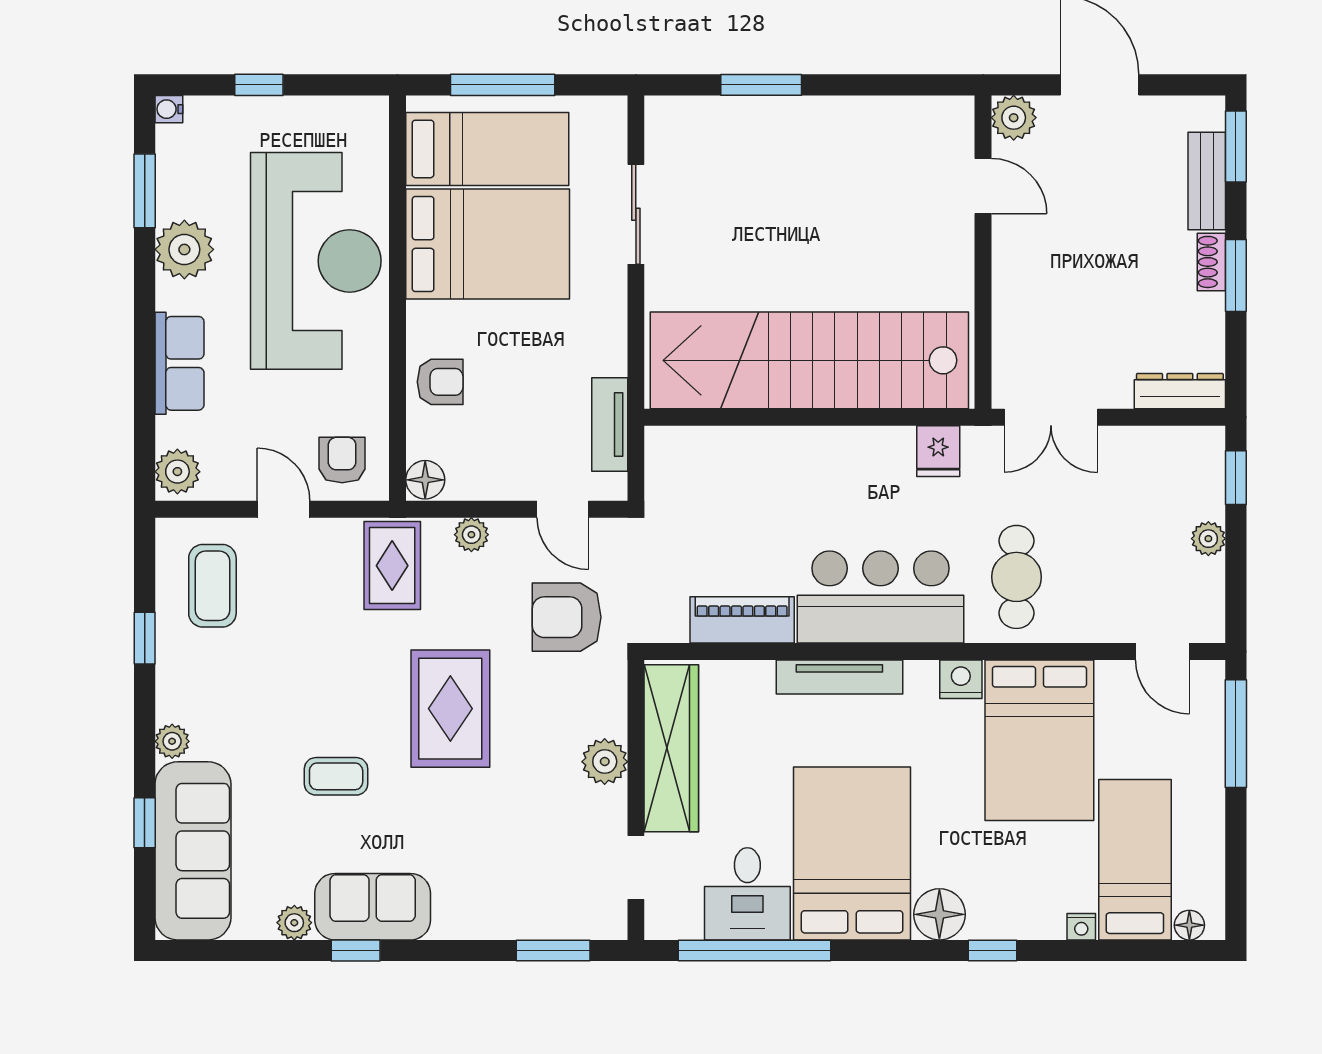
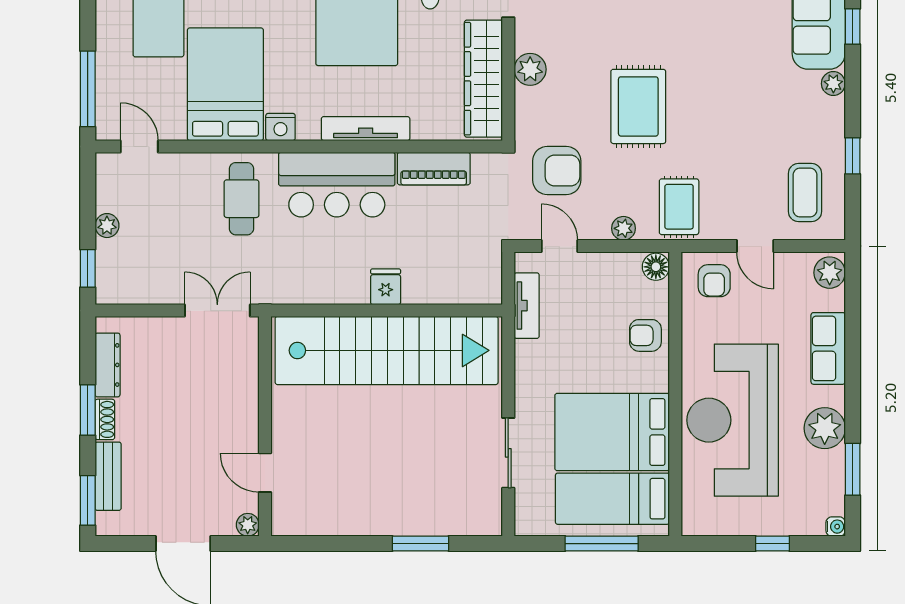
plant: (1014, 118) -> (248, 525), width x0.73, depth x0.73
dresser: (1180, 391) -> (108, 365), moved, turned -90
fridge: (938, 451) -> (386, 287), moved
coffee table: (336, 776) -> (718, 59), removed

